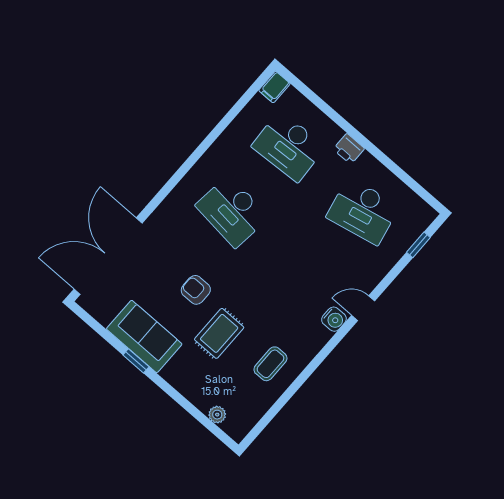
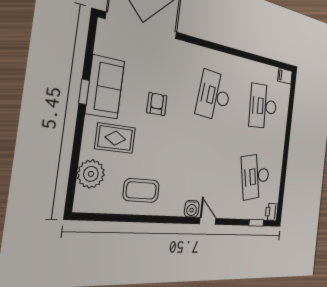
printer: (349, 149) -> (272, 212), moved
rug: (219, 333) -> (115, 138), moved
coffee table: (270, 364) -> (141, 190), width x1.36, depth x1.30
plant: (217, 415) -> (91, 174), width x1.88, depth x1.88

